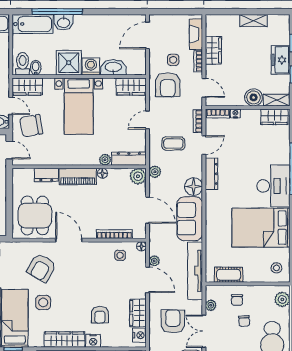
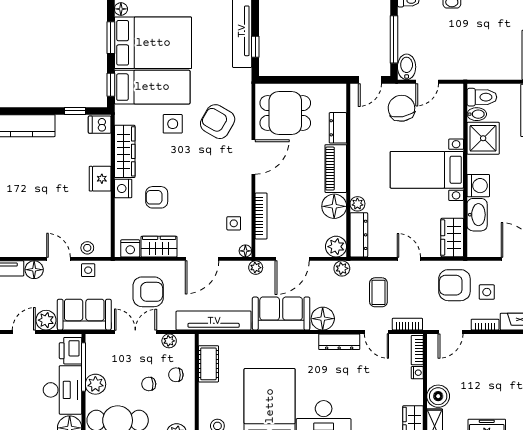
wardrobe: (213, 50) -> (499, 344), removed
shower: (69, 63) -> (483, 138), moved
wardrobe: (27, 87) -> (452, 103), removed
floor lamp: (102, 173) -> (334, 206), width x1.89, depth x1.89
plant: (154, 261) -> (256, 268), moved

